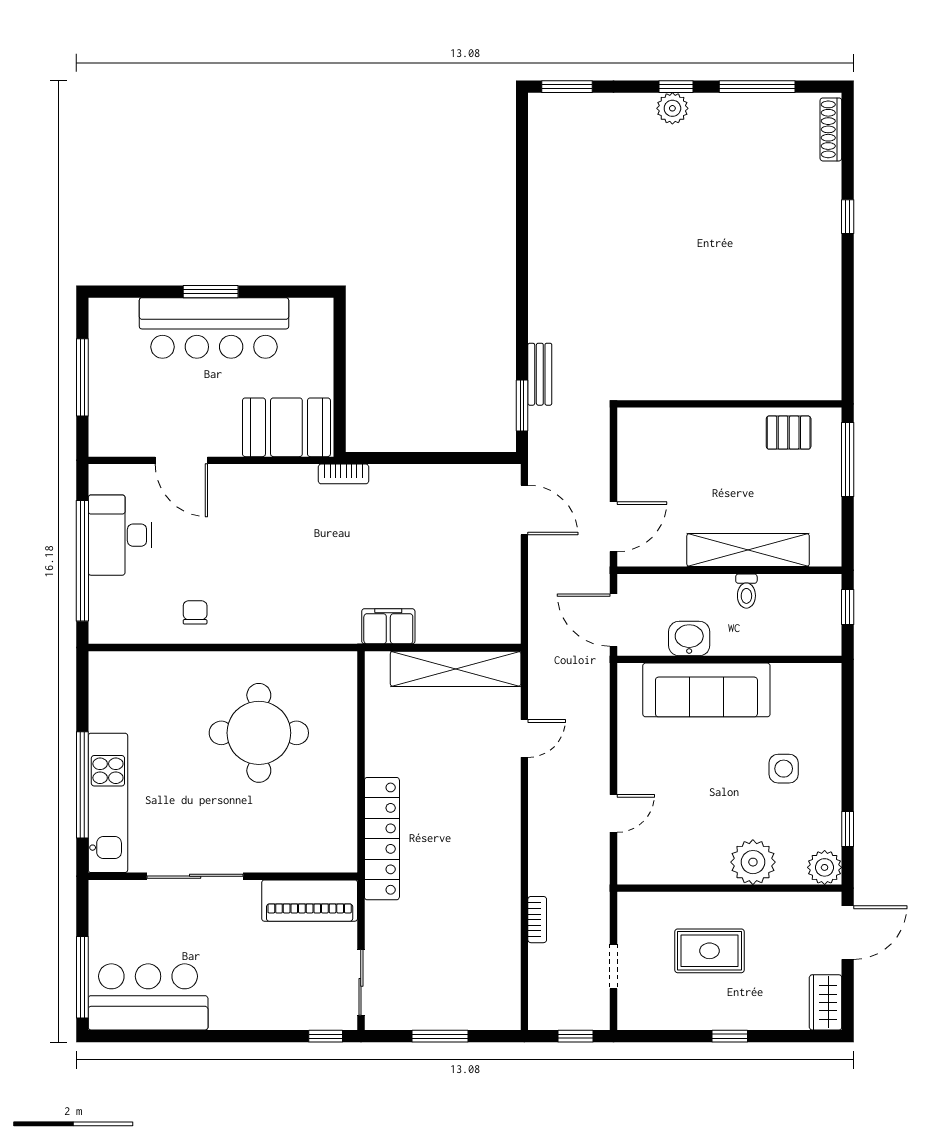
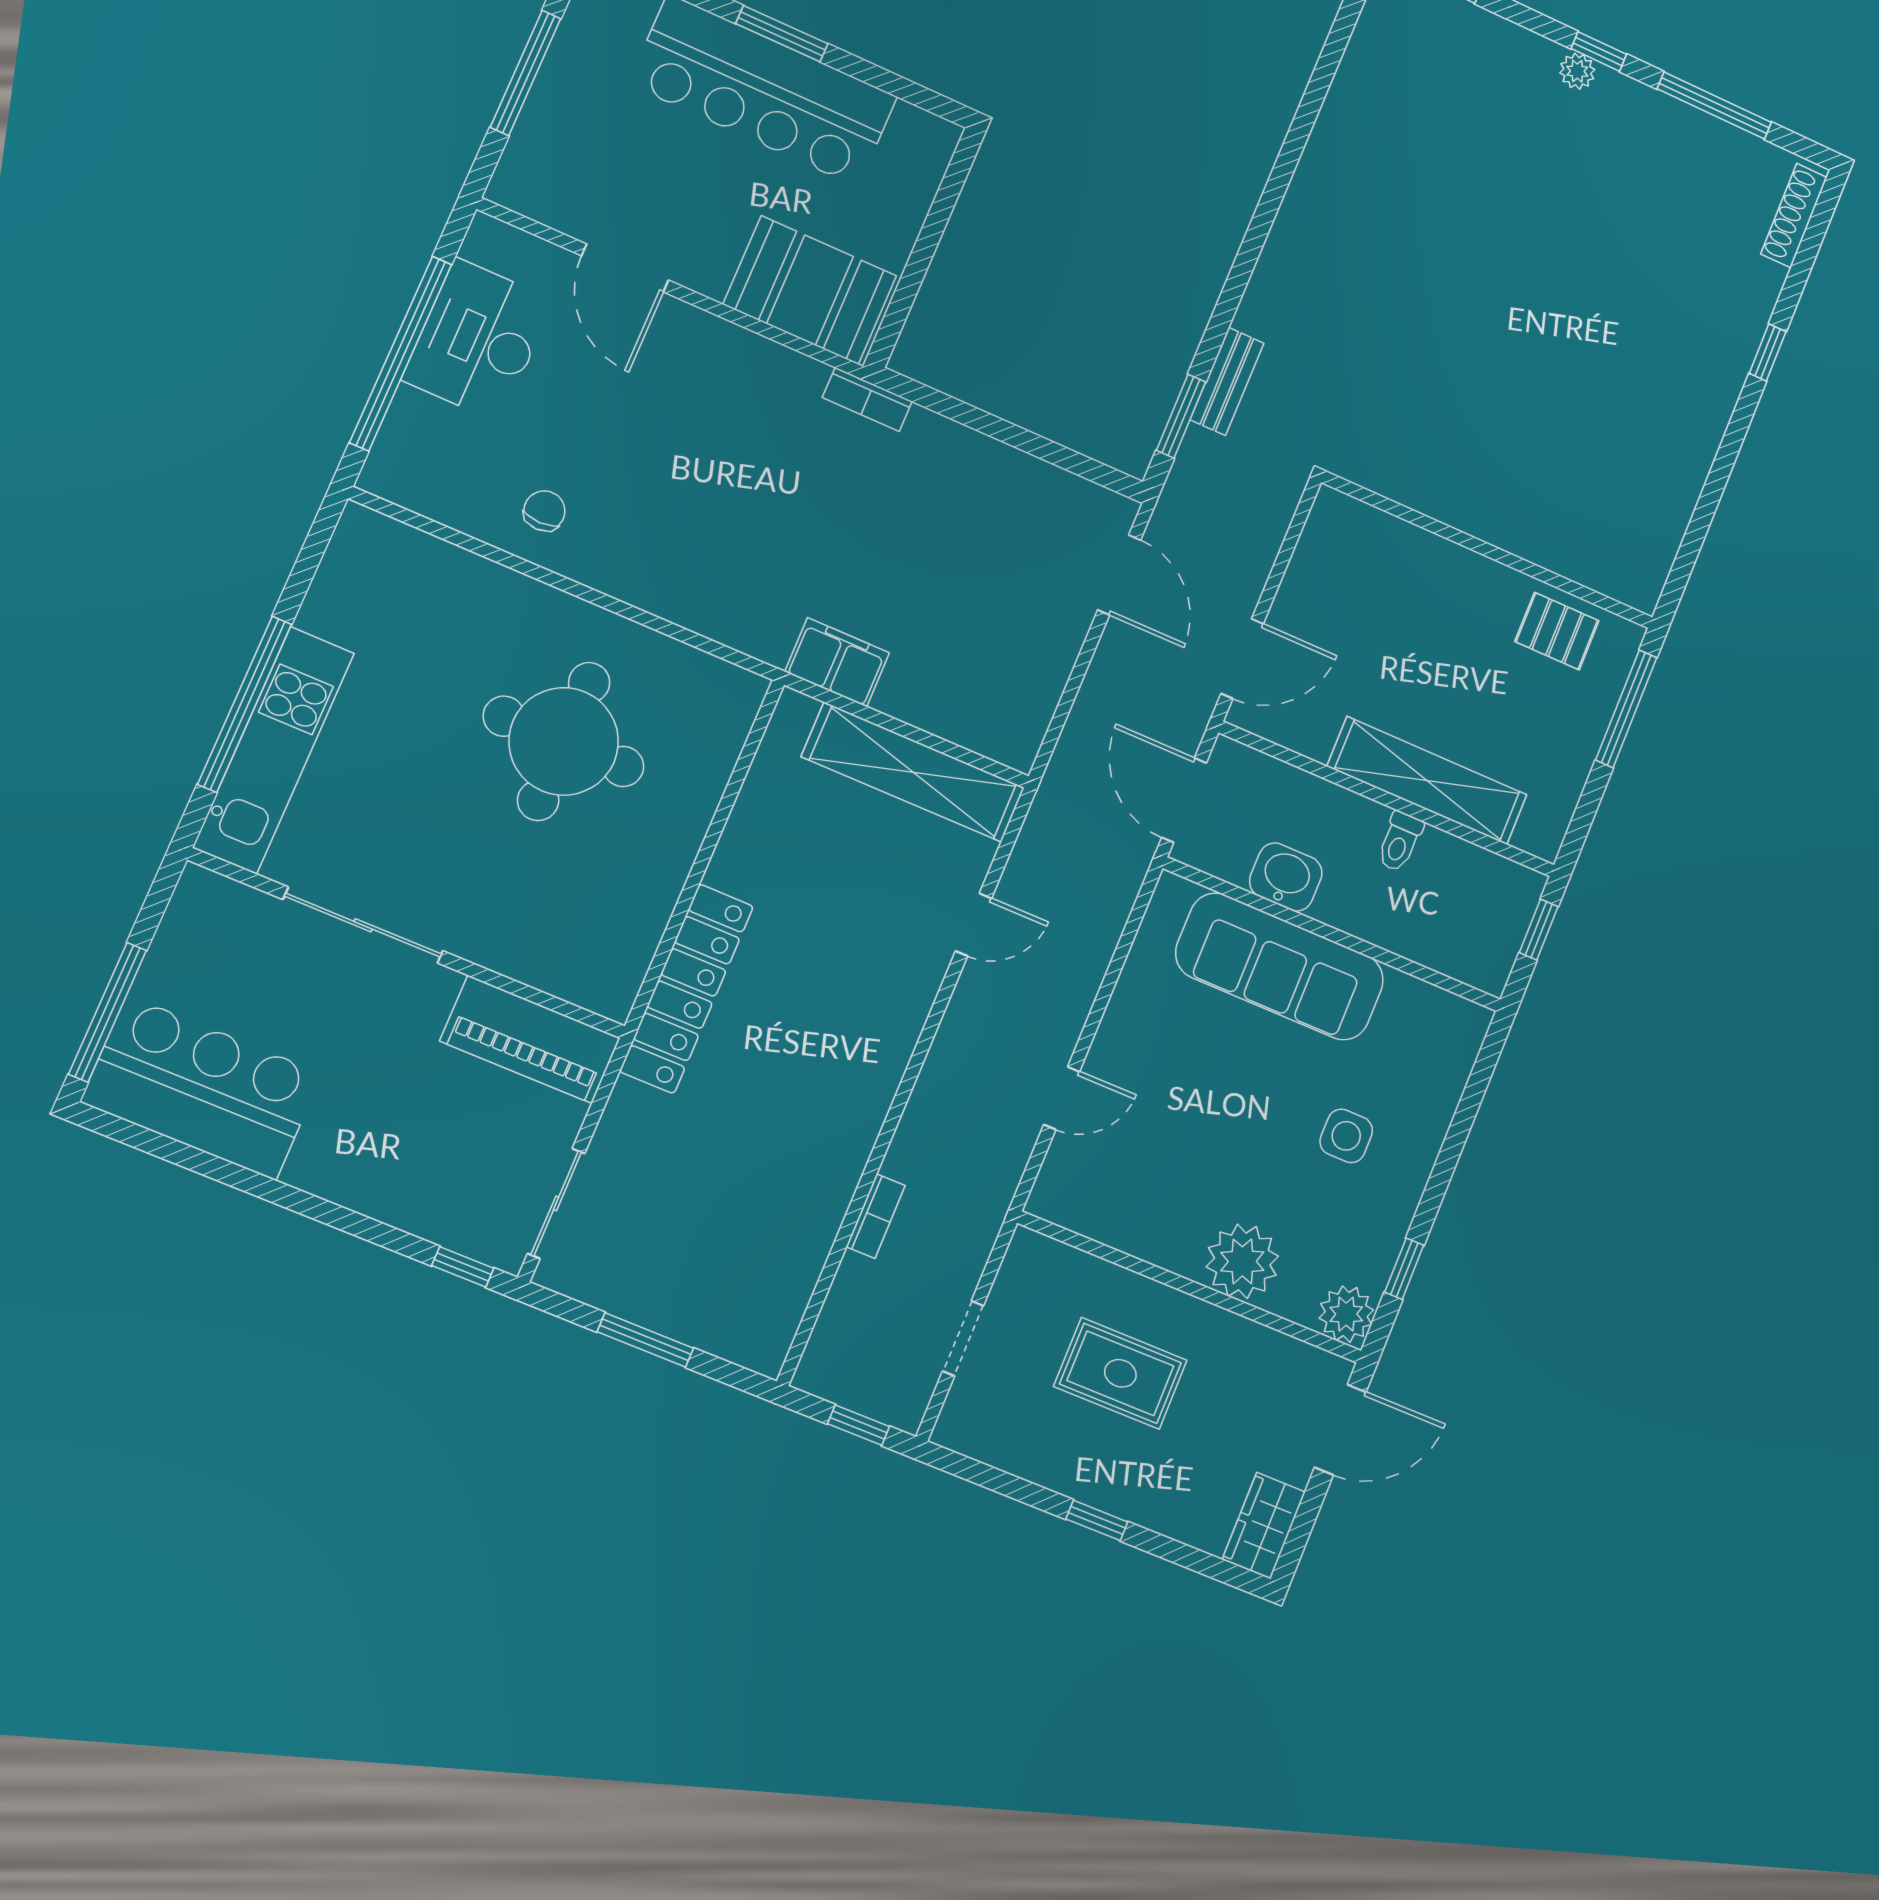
plant: (672, 108) -> (1577, 71), width x0.73, depth x0.73

